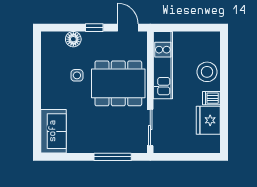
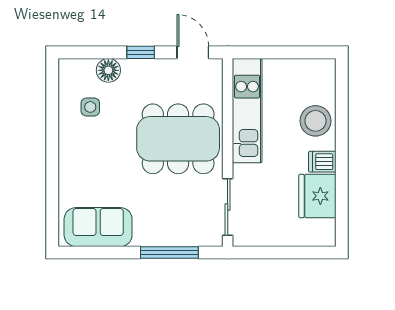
side table: (77, 75) -> (90, 107), moved
sofa: (53, 131) -> (98, 227), moved, turned -90

